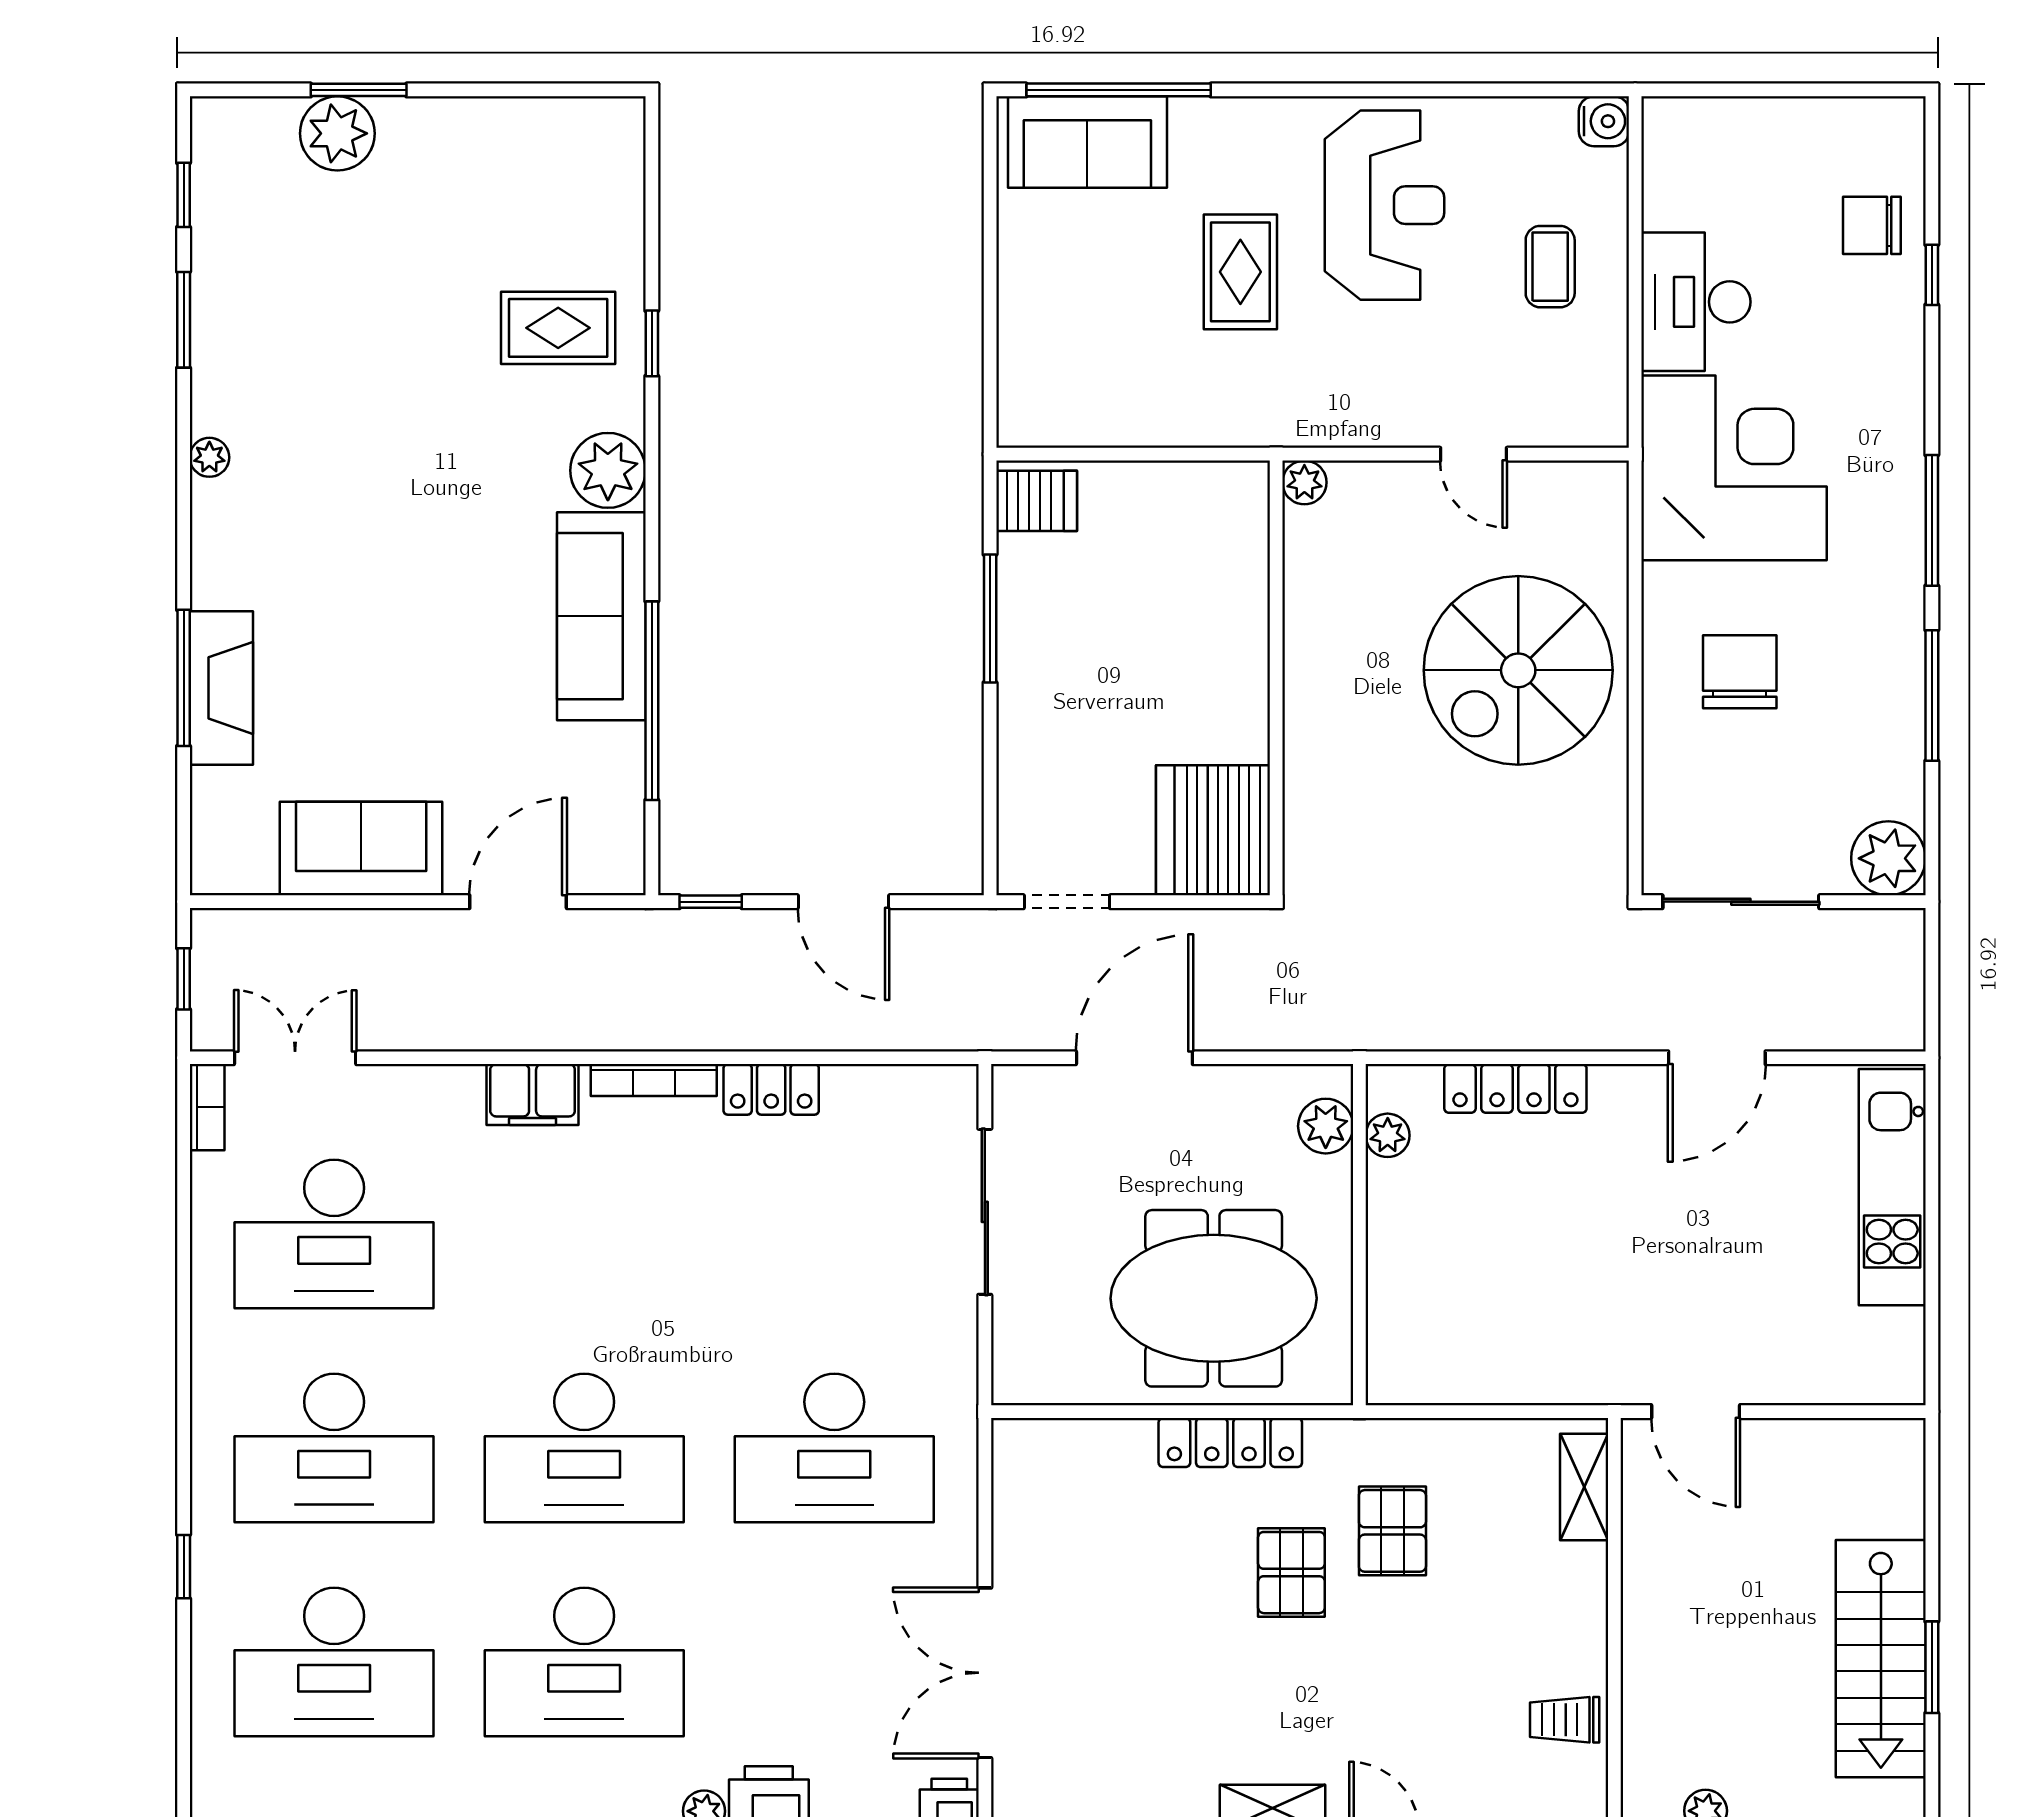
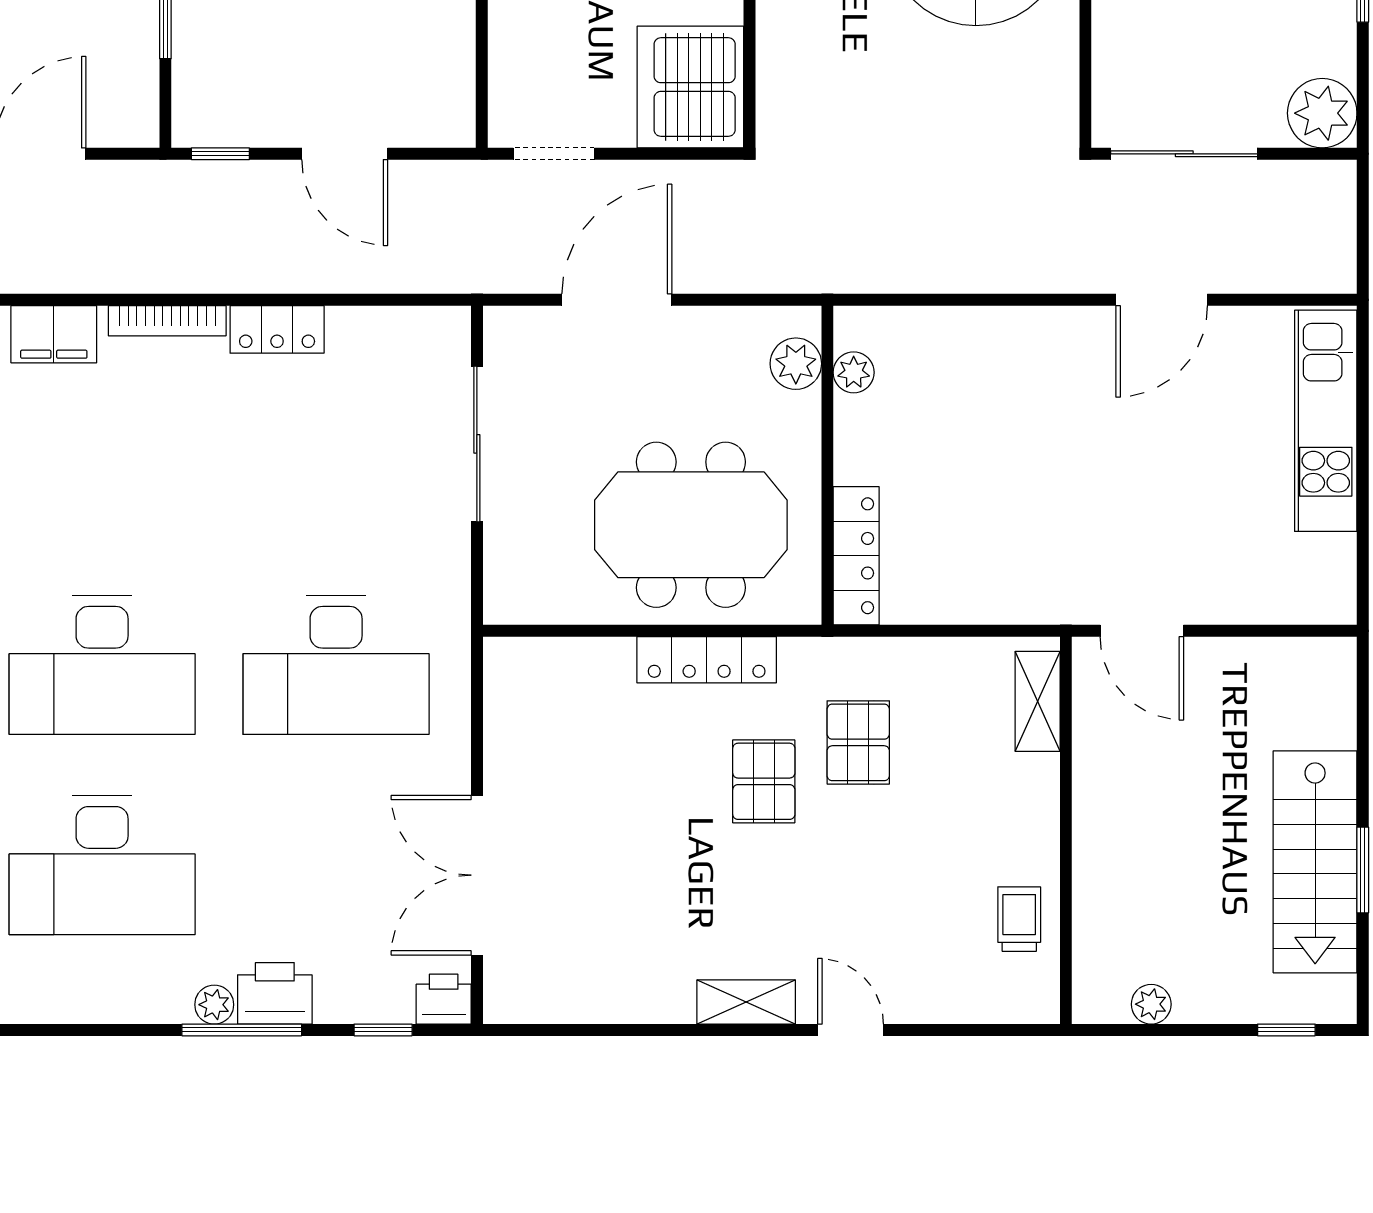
locker: (1515, 1088) -> (856, 556), moved, turned -90
trolley: (1565, 1720) -> (1019, 919), turned 90

